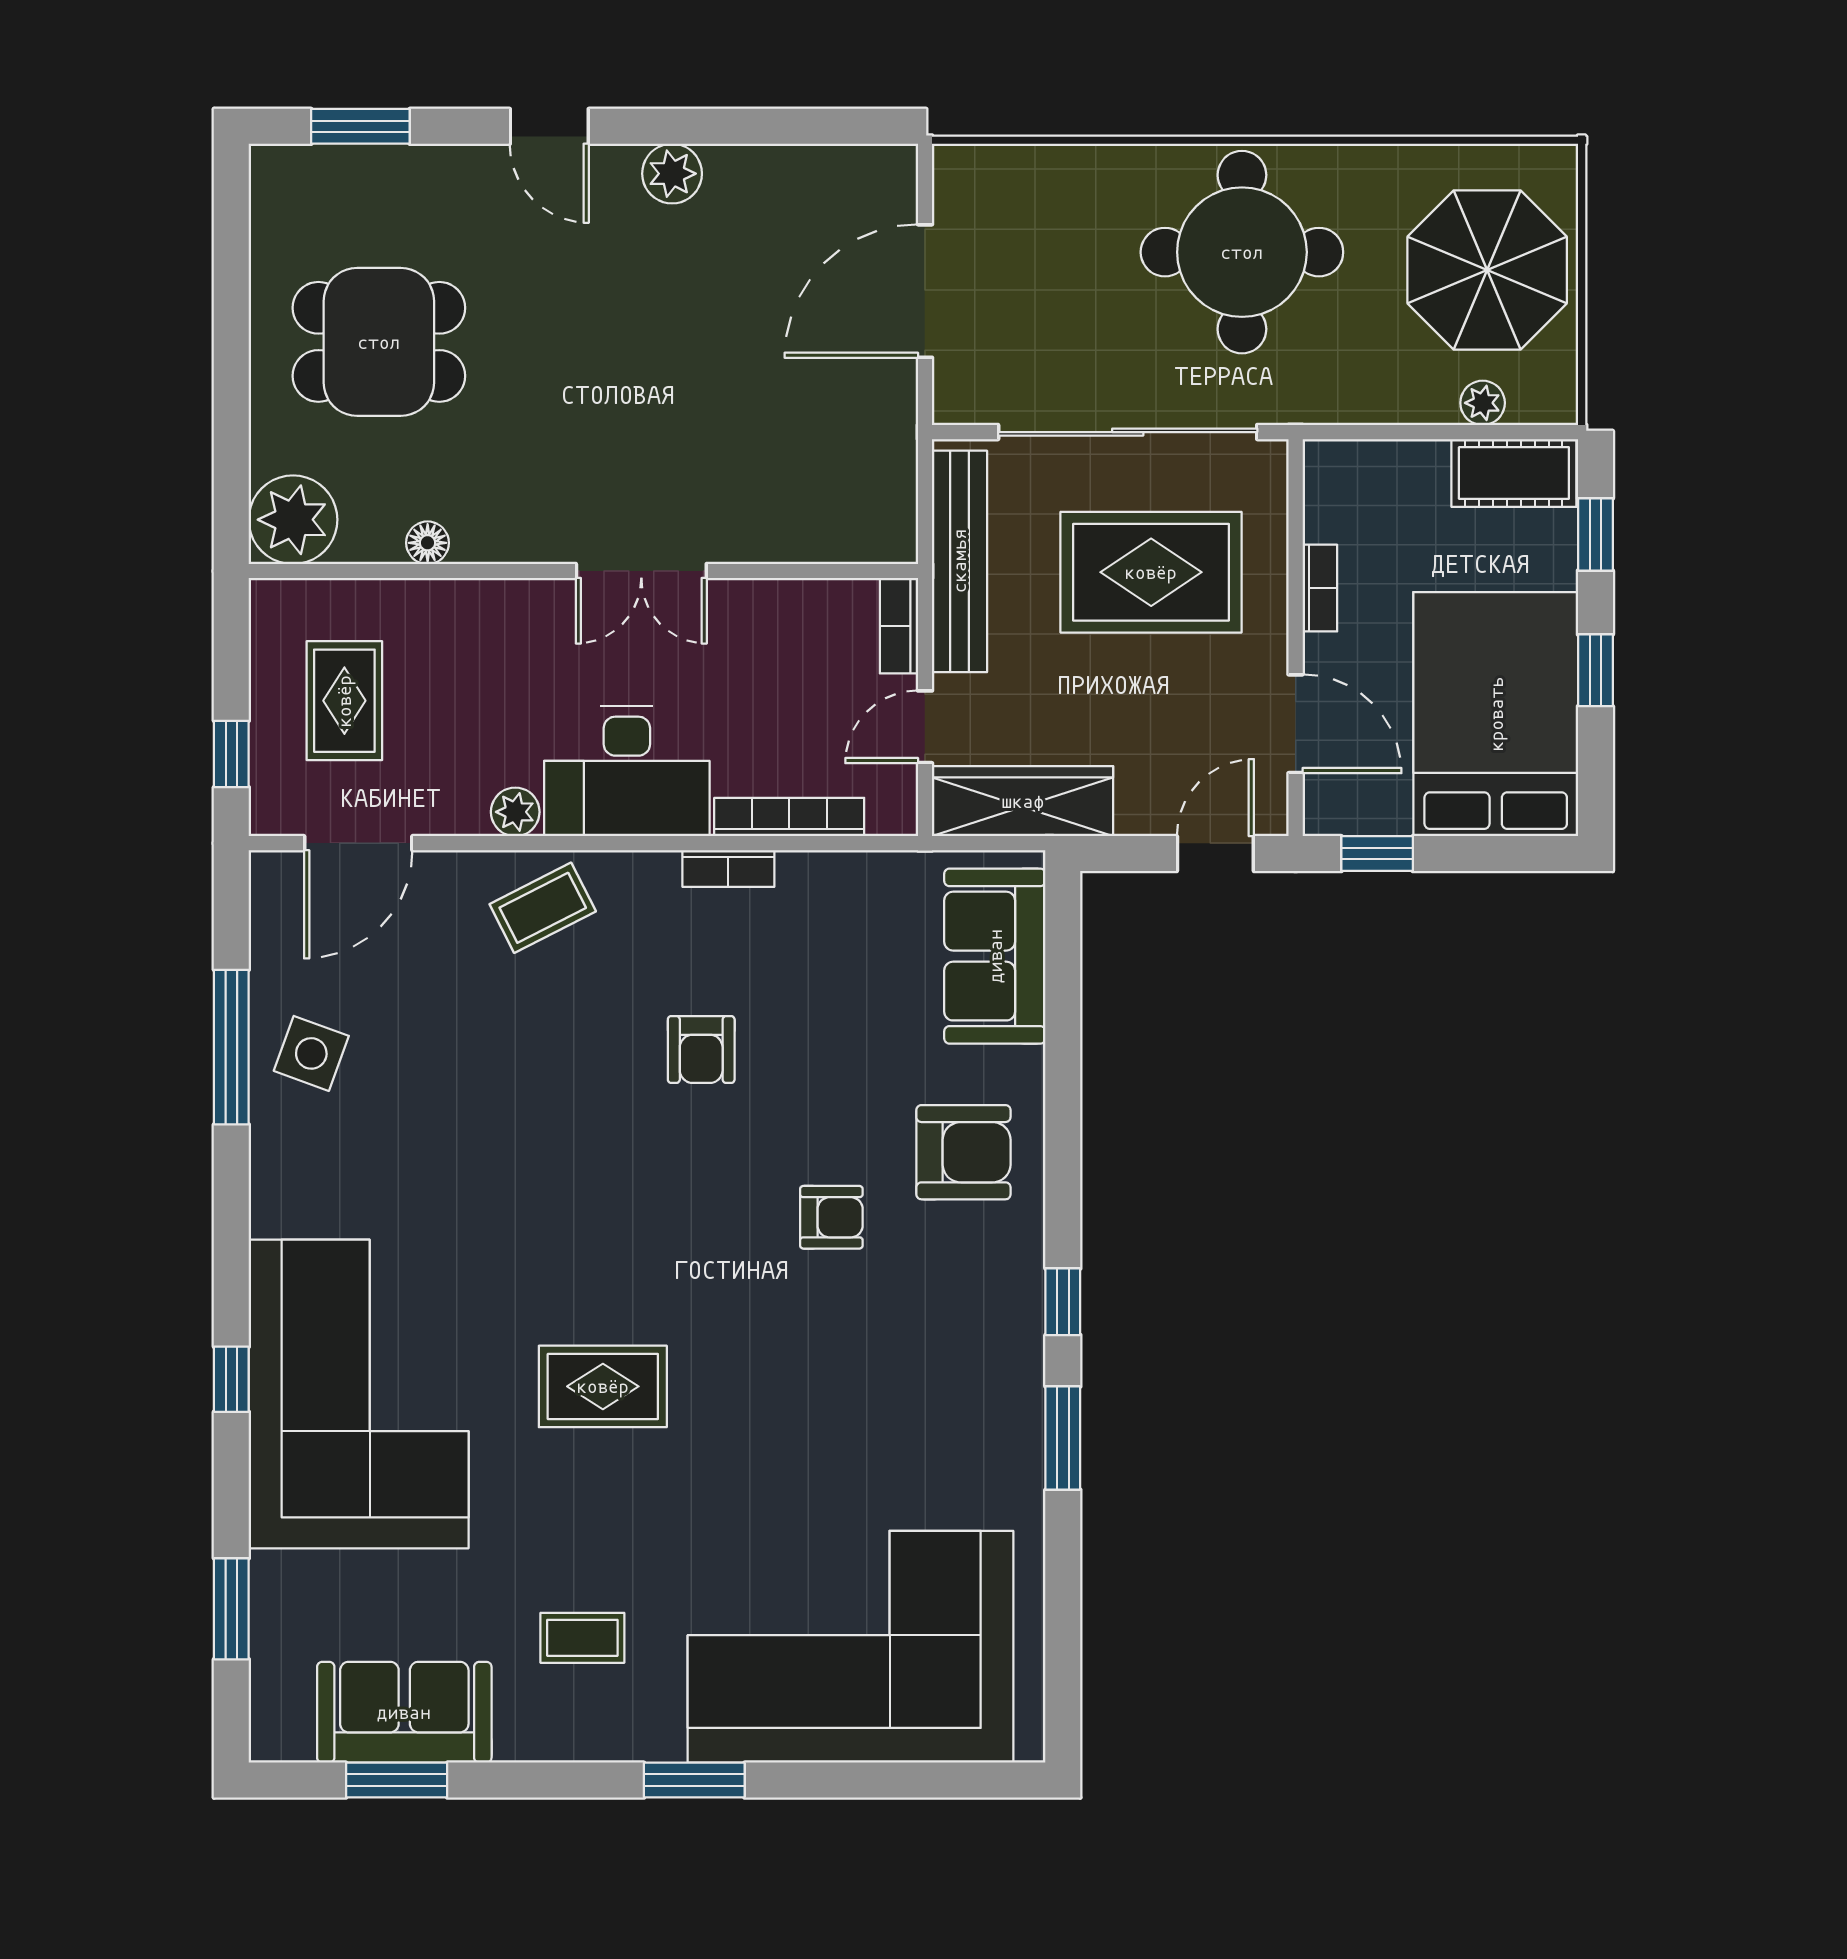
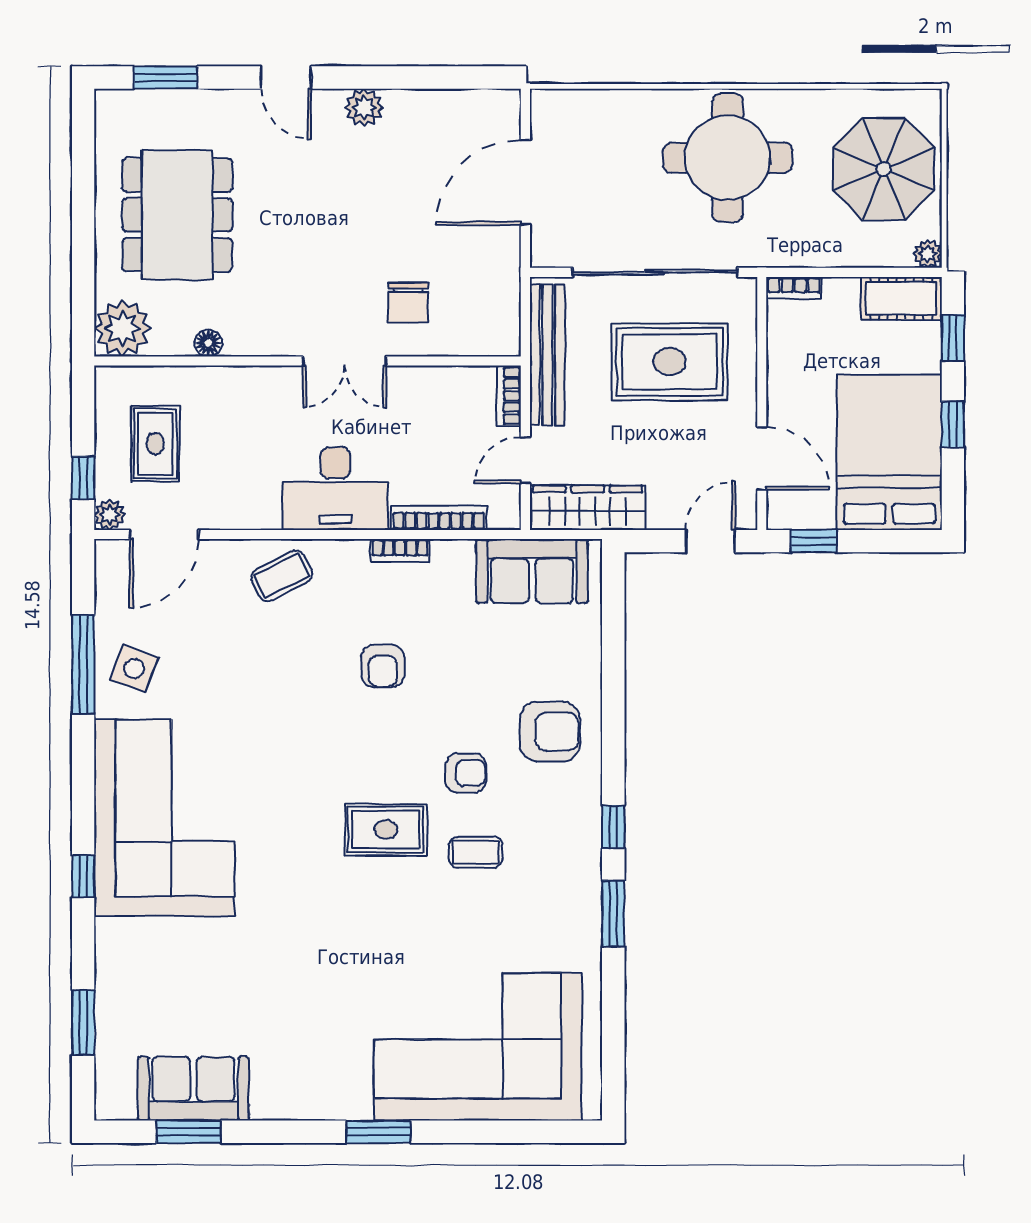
dining table: (379, 342) -> (177, 215), width x1.37
plant: (1483, 403) -> (928, 254), moved
chair: (741, 479) -> (408, 302), added
bookcase: (1320, 588) -> (794, 288), moved, turned 90
plant: (515, 812) -> (110, 515), moved
sofa: (995, 956) -> (532, 571), moved, turned -90
rug: (603, 1386) -> (386, 830), moved
corner sofa: (359, 1394) -> (164, 818), moved
coffee table: (582, 1638) -> (476, 852), moved

